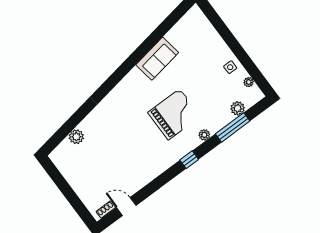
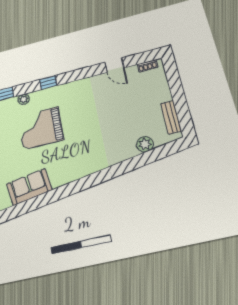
bench: (65, 169) -> (171, 117), added
door: (126, 206) -> (114, 65), moved

